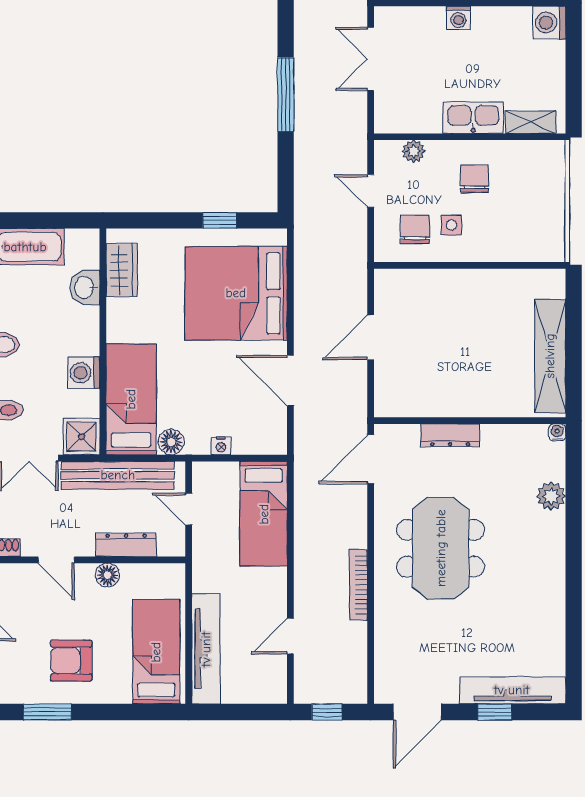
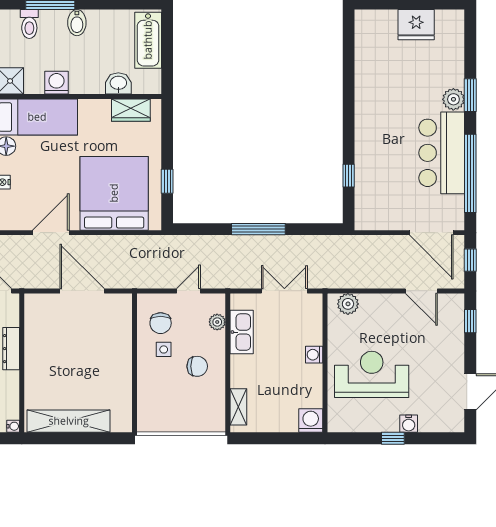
kitchen sink: (473, 118) -> (242, 332), moved
chair: (415, 229) -> (161, 323), turned 90
door: (371, 337) -> (82, 291), width x1.36

